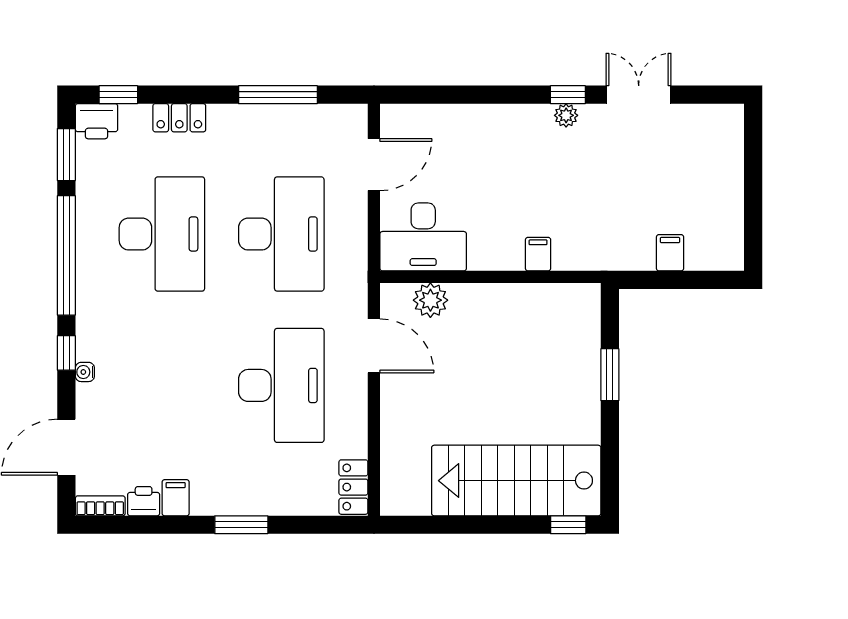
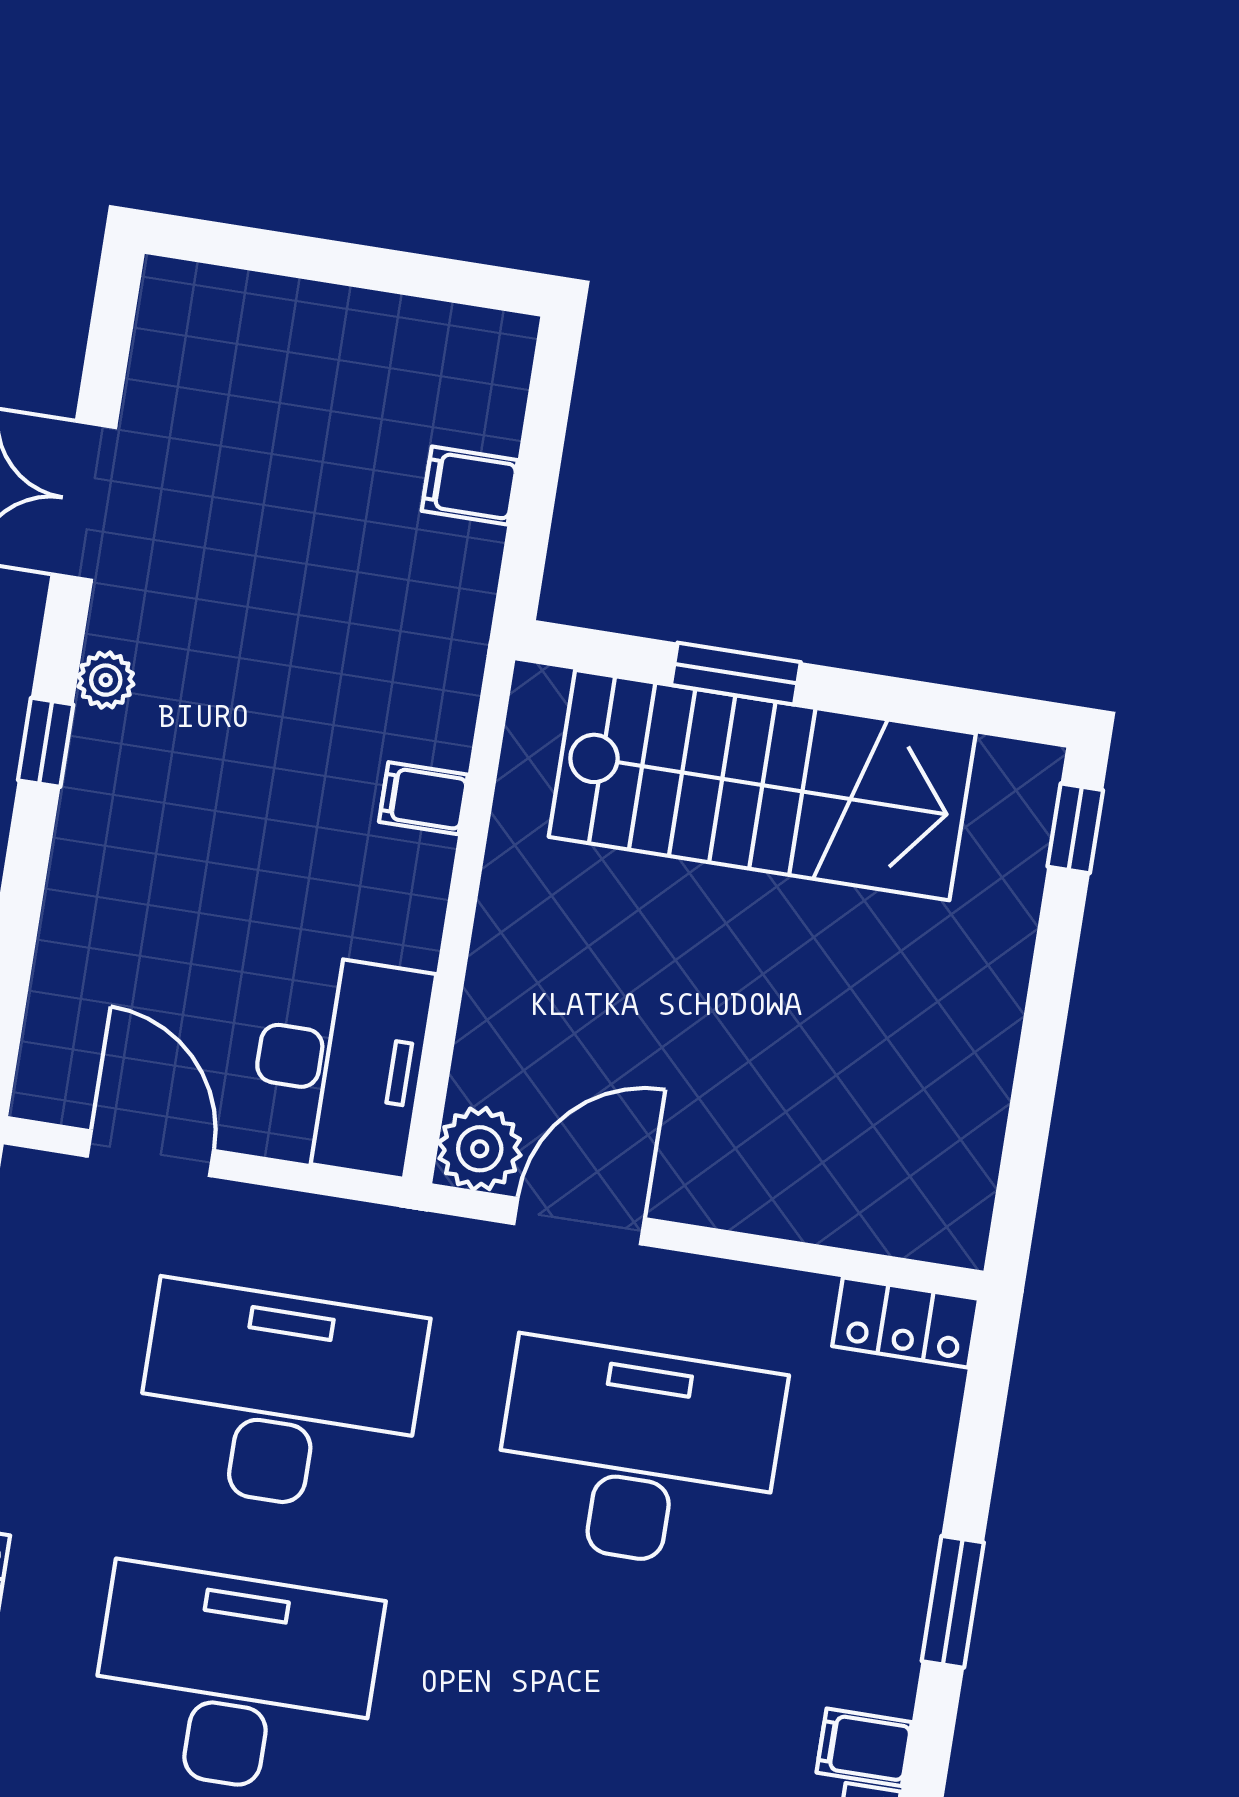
window: (568, 95) -> (46, 742), moved
plant: (430, 300) -> (480, 1149), moved
stairs: (516, 481) -> (762, 785), moved, turned -90

